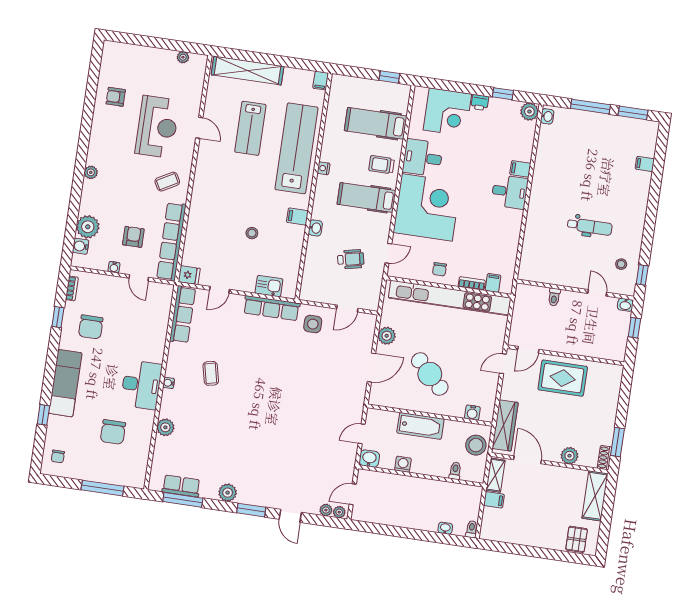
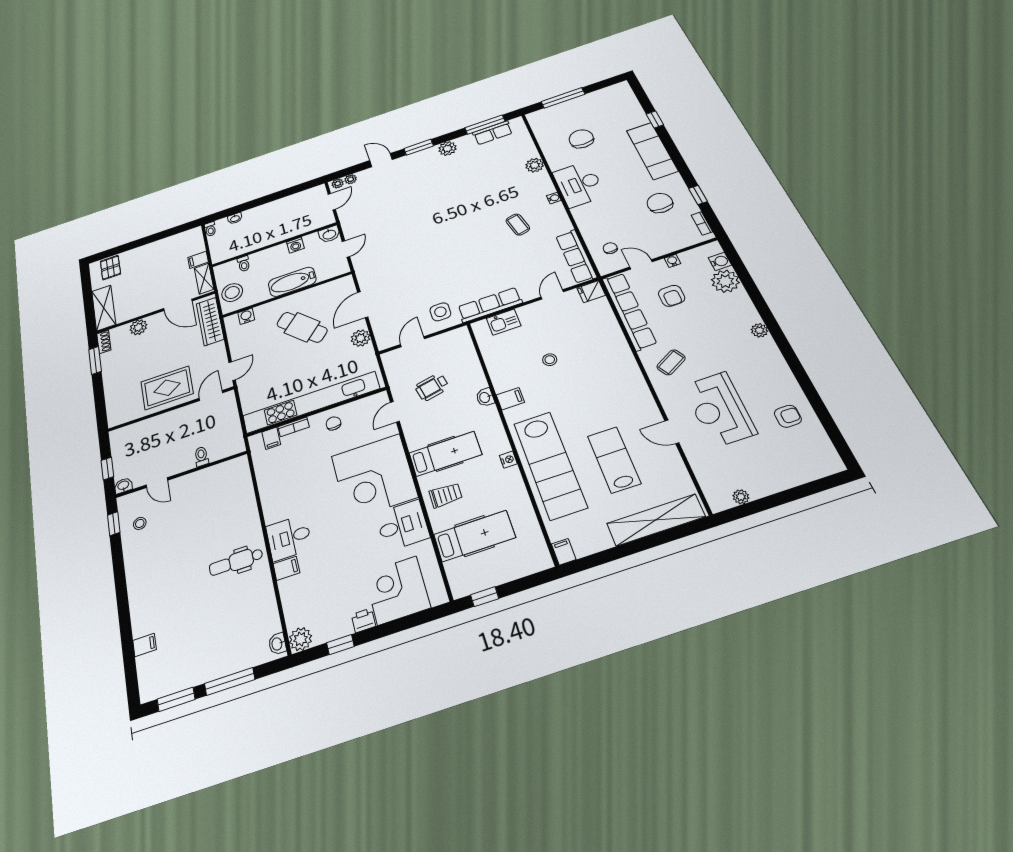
dental chair: (590, 226) -> (236, 562), moved
chair: (58, 456) -> (610, 248), moved

